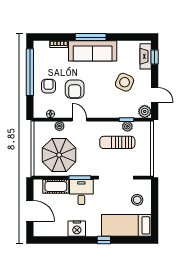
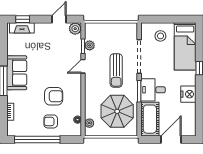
sofa: (93, 51) -> (17, 73), width x0.73
side table: (125, 82) -> (47, 48), removed
door: (79, 120) -> (83, 66), moved
plant: (59, 126) -> (89, 123), moved
sun lounger: (117, 142) -> (116, 71), moved
cot: (56, 186) -> (150, 119), width x1.37, depth x1.34

